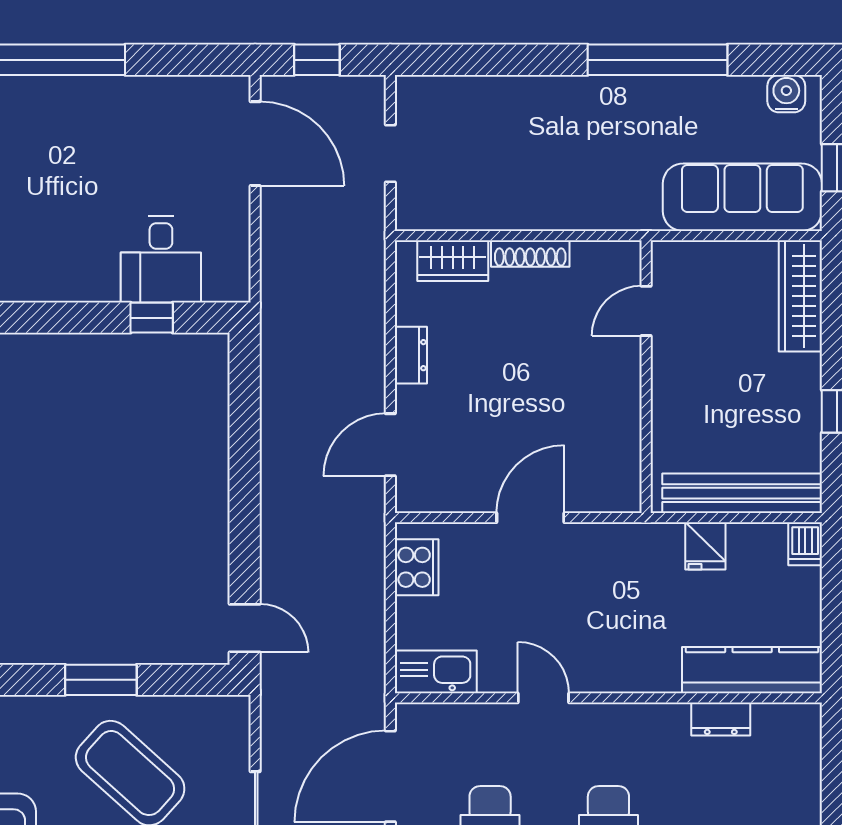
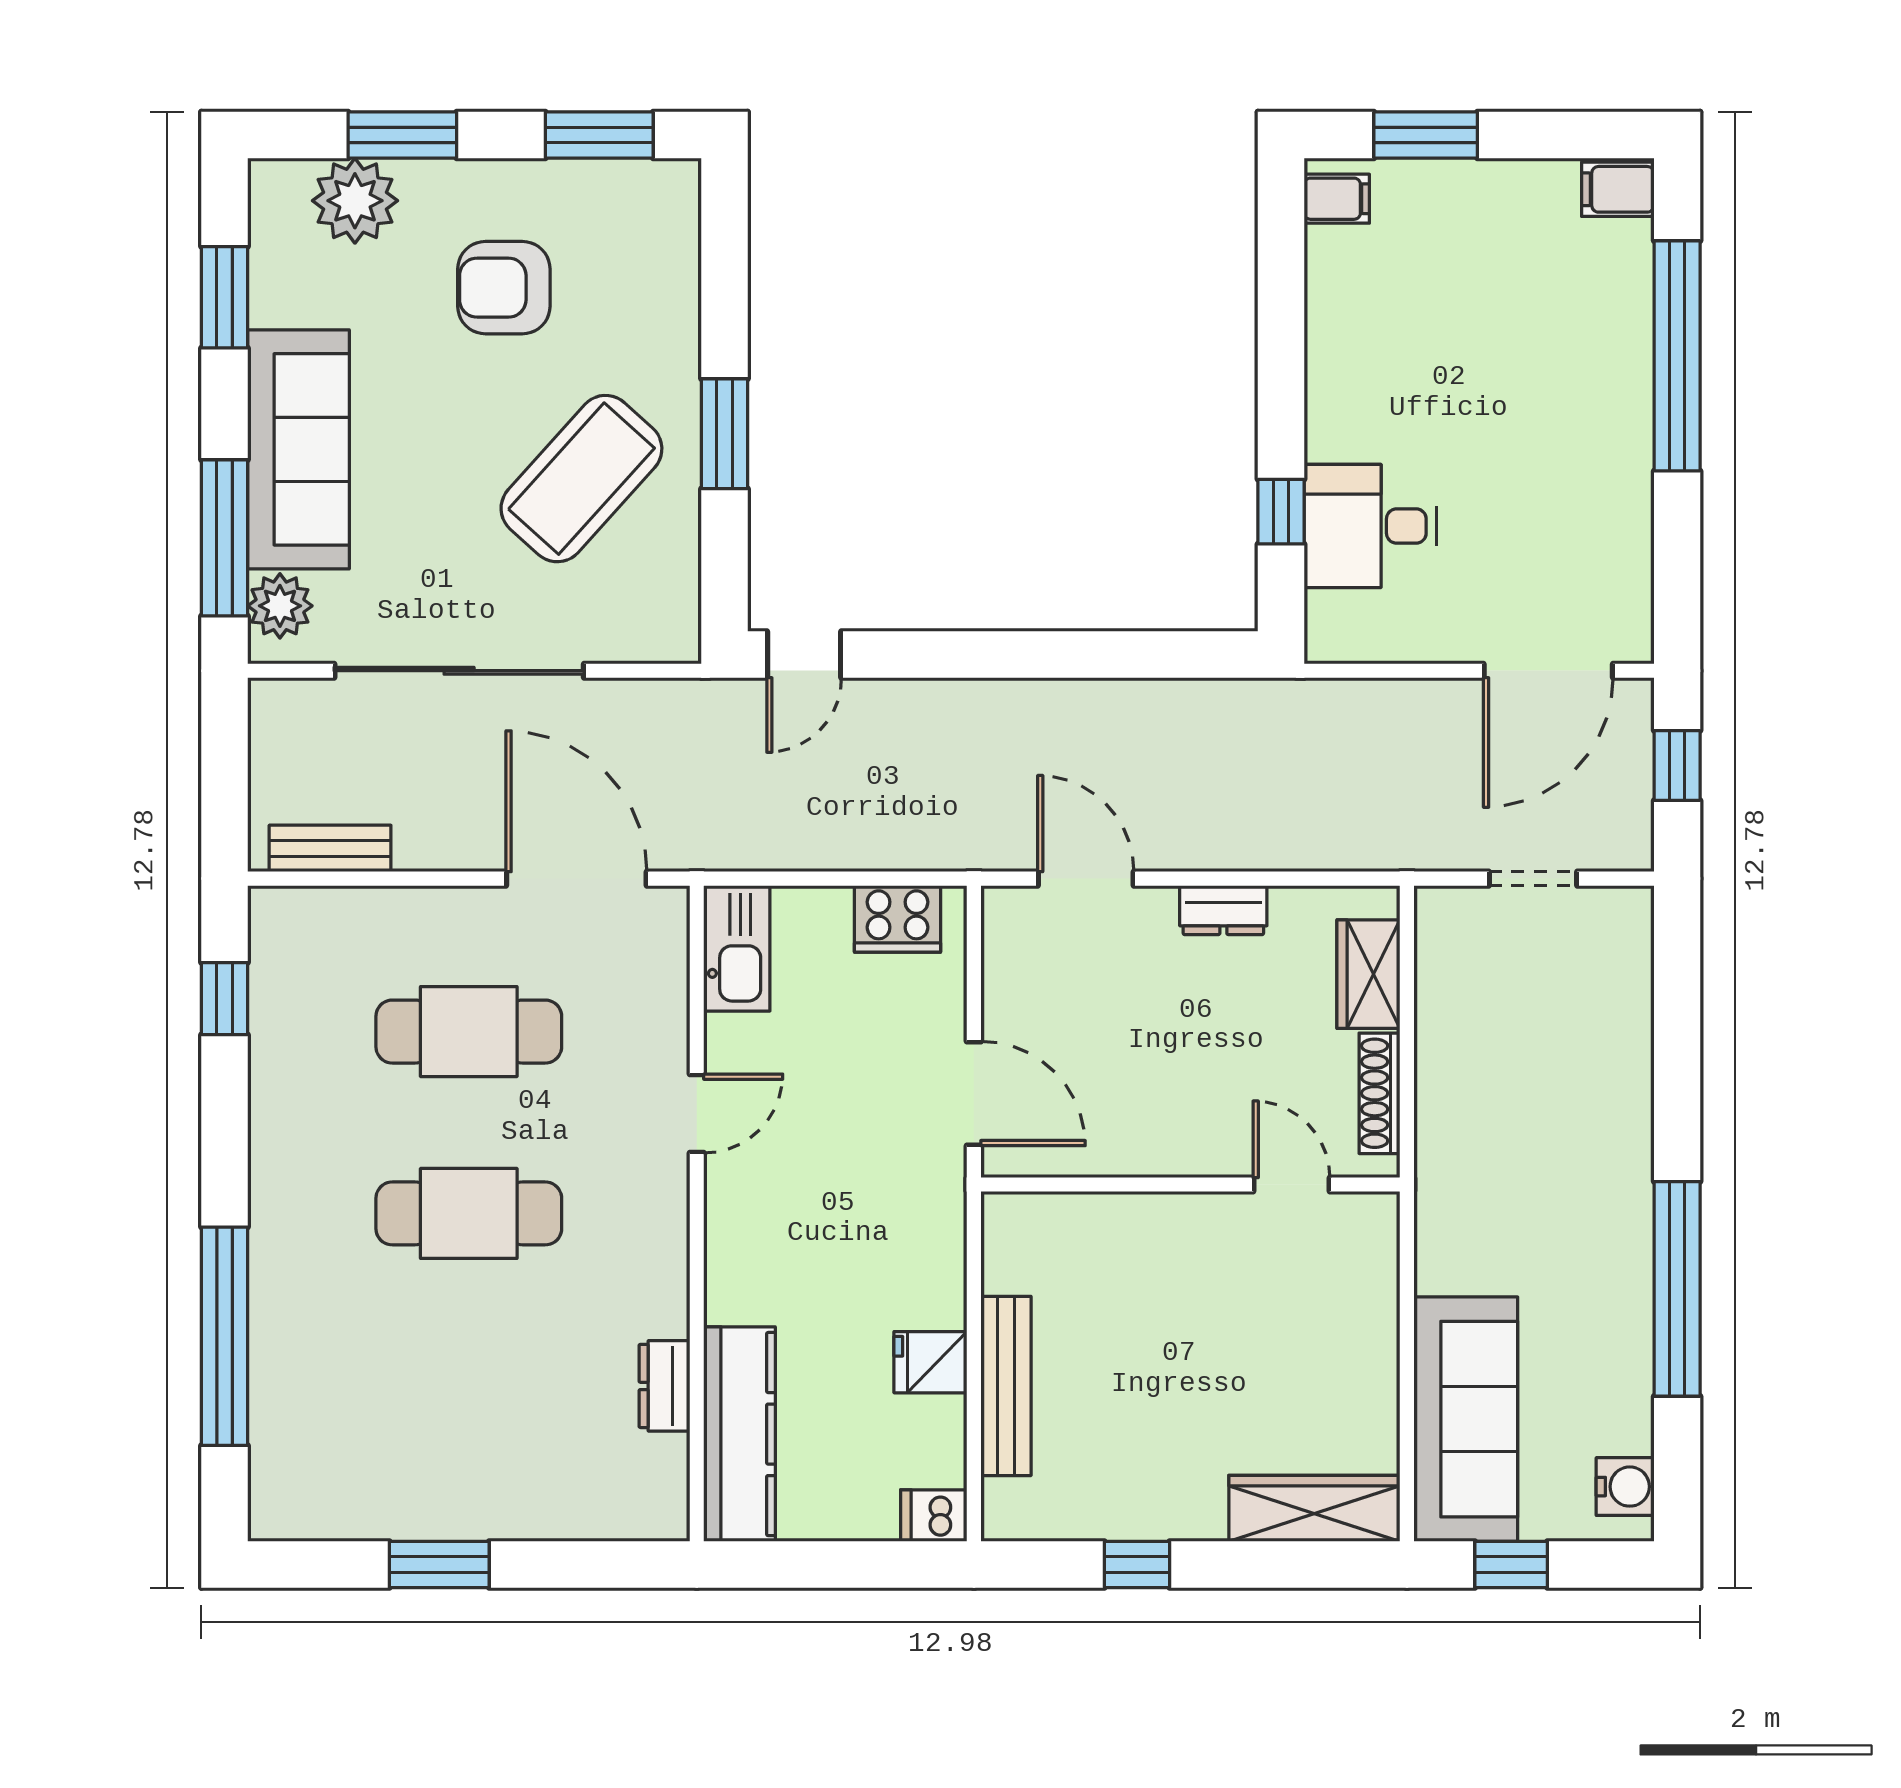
door: (646, 311) -> (1291, 1185), moved
wall: (646, 377) -> (1190, 1185), moved
bench: (742, 493) -> (1006, 1386), width x0.73, depth x0.82

